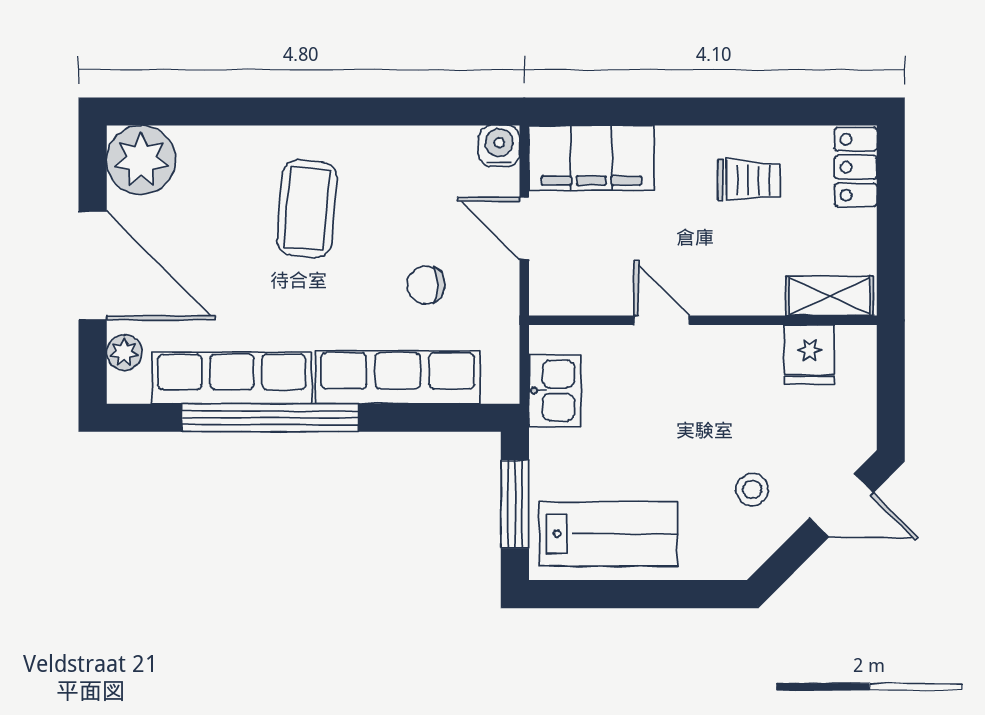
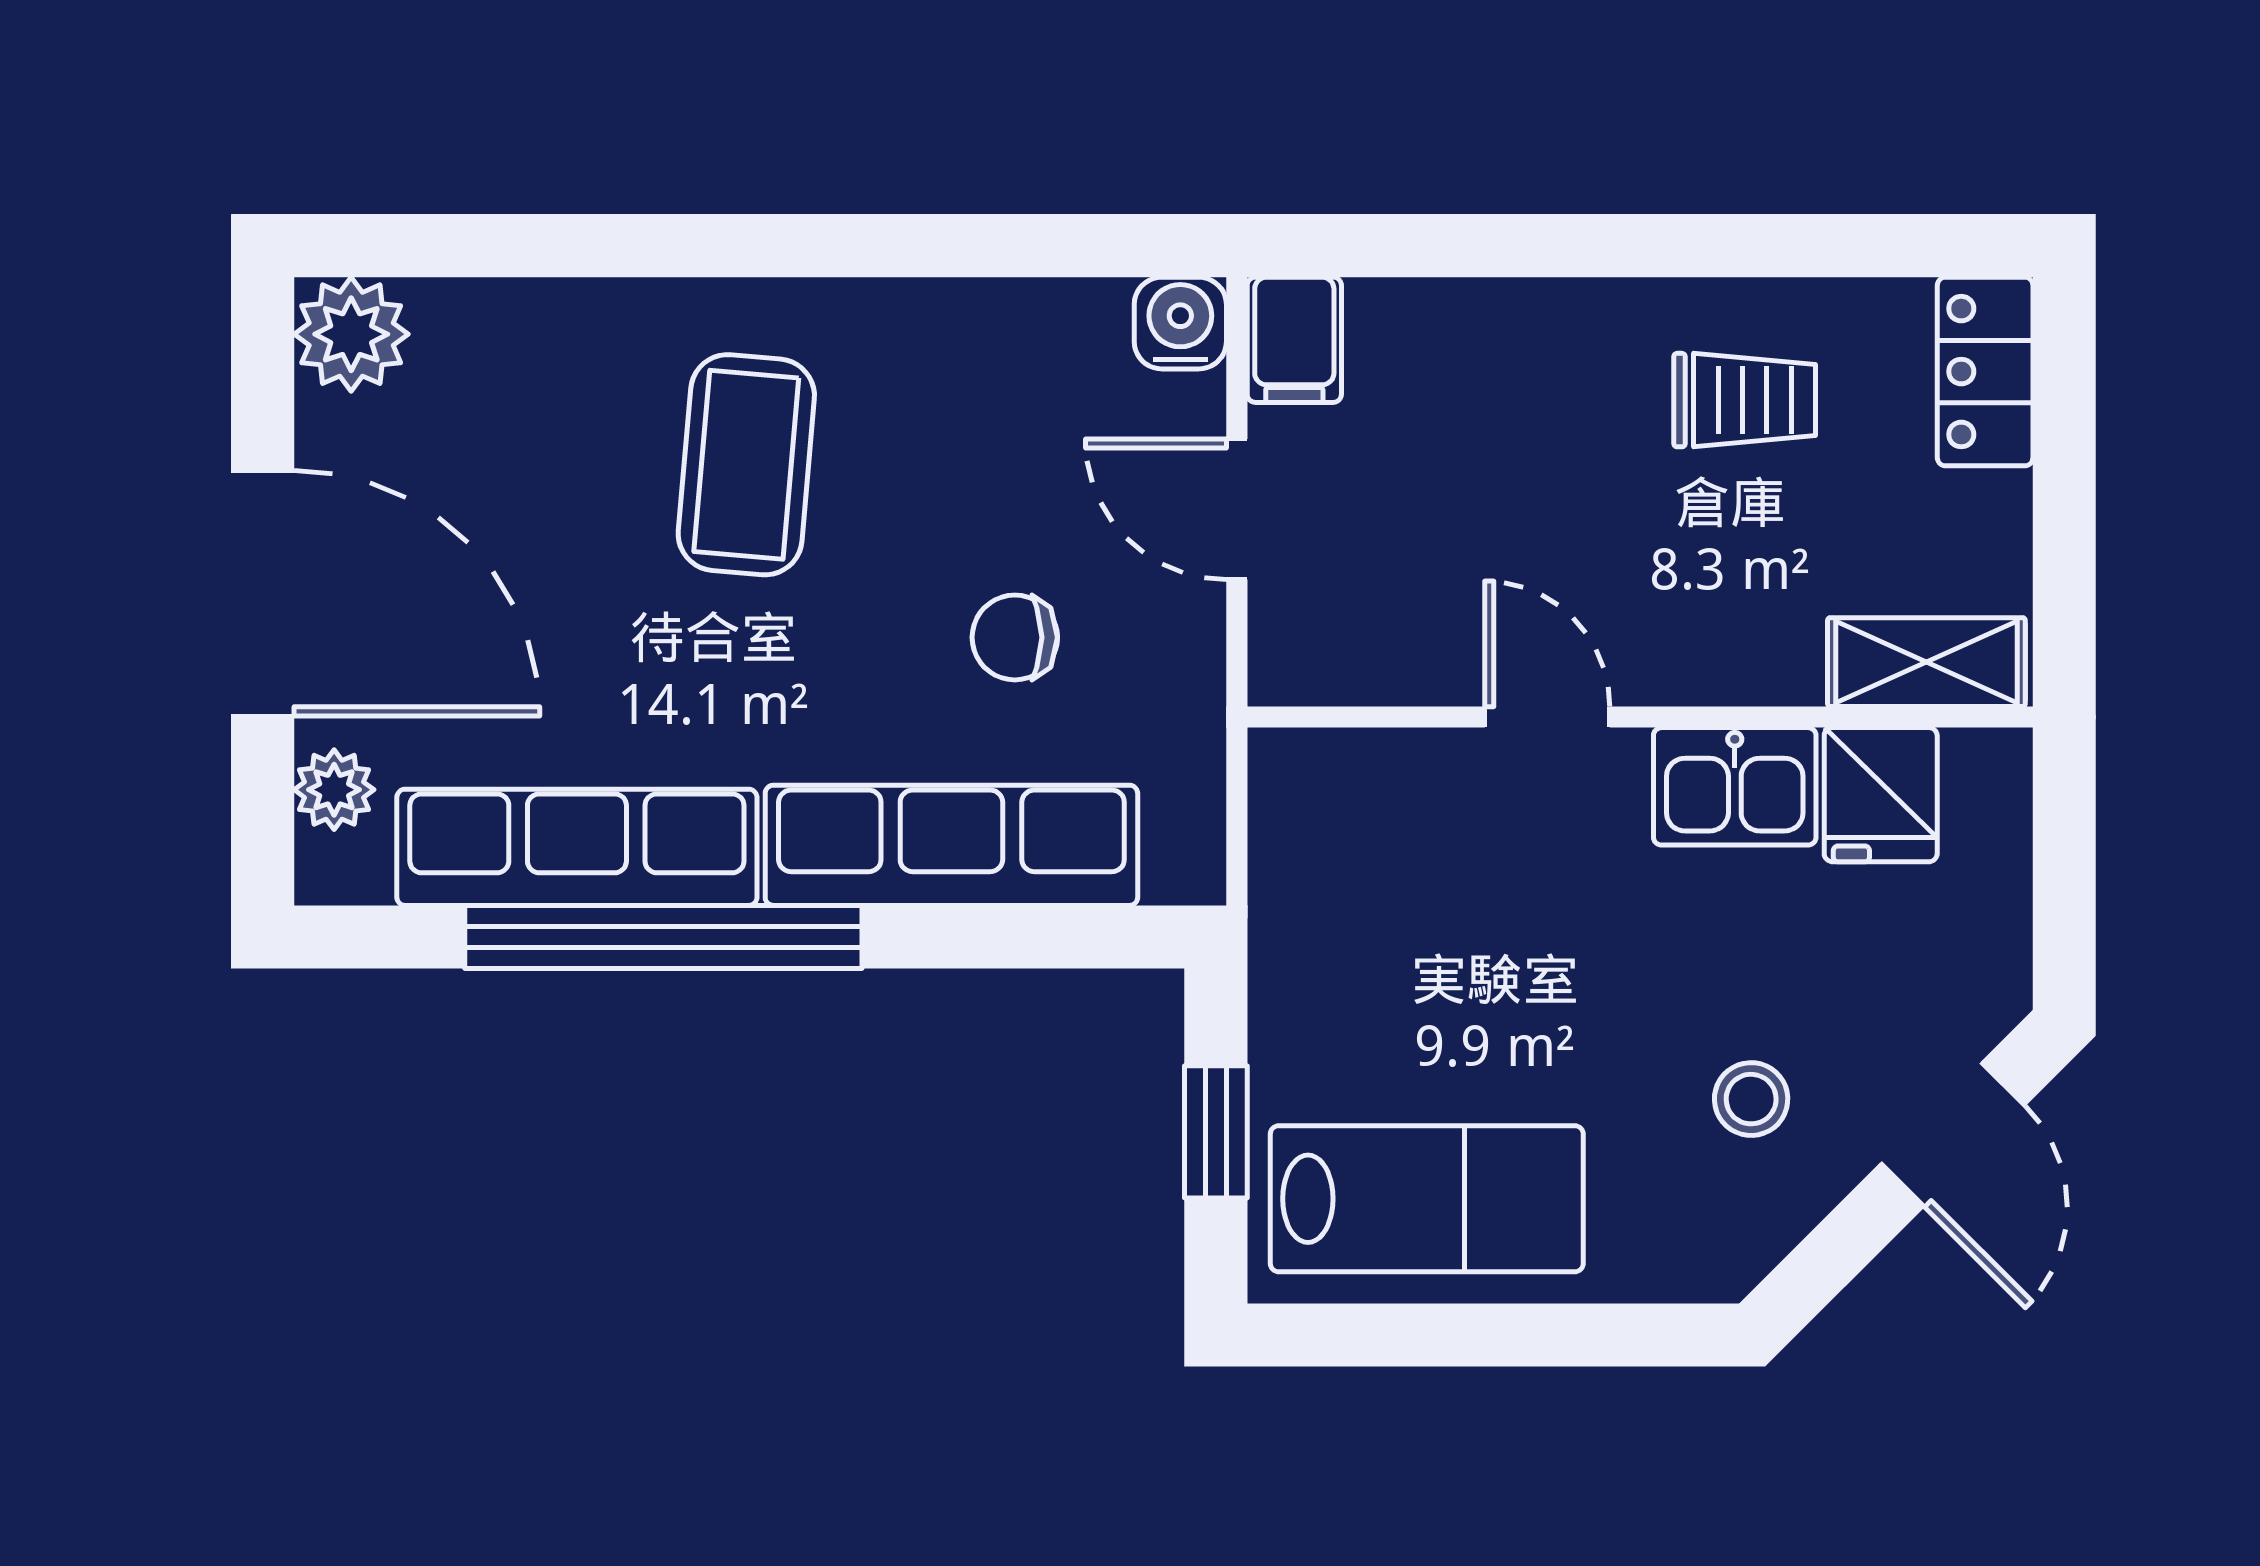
filing cabinet: (591, 158) -> (1294, 340), width x0.33, depth x0.86
plant: (141, 160) -> (351, 334), width x0.73, depth x0.73
kitchen sink: (555, 391) -> (1735, 786), moved, turned 90
window: (515, 504) -> (1216, 1132), width x0.67
door: (841, 505) -> (1953, 1134), hinge flipped

